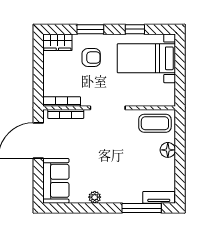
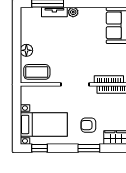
window: (135, 29) -> (39, 148), moved
plant: (95, 197) -> (73, 12), moved
tv unit: (159, 197) -> (54, 12), moved

